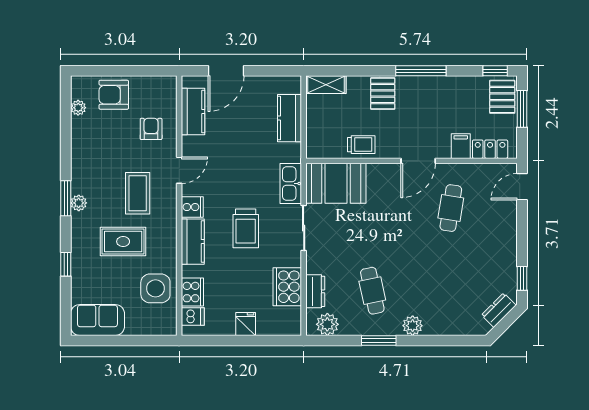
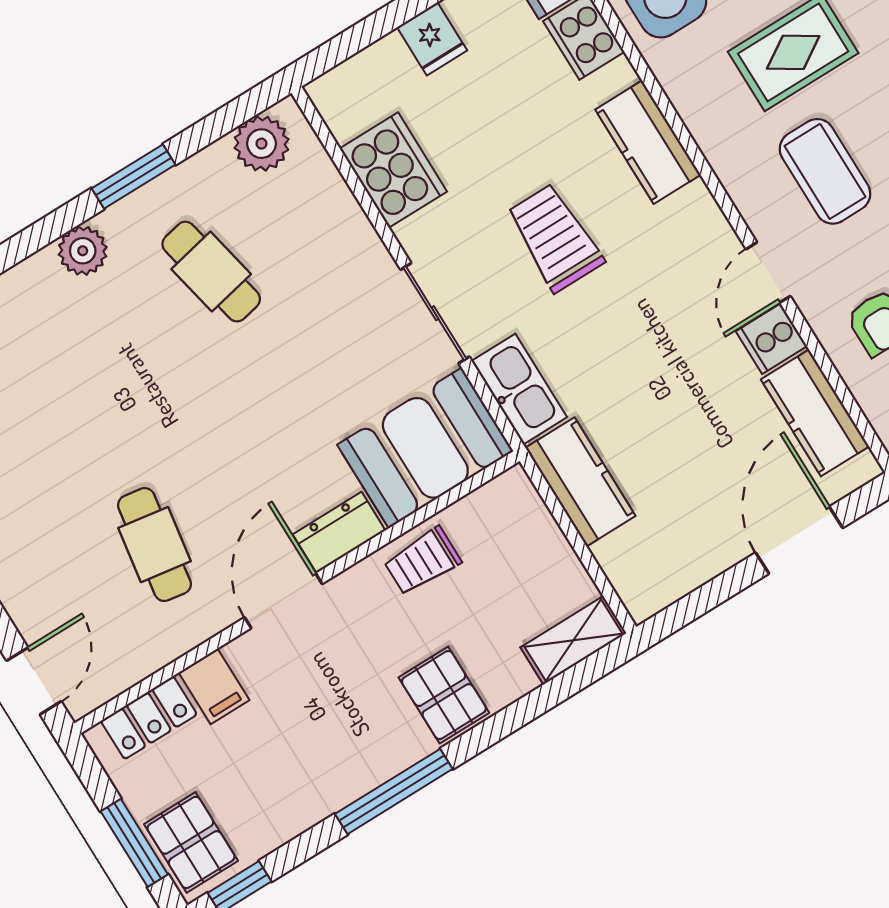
kitchen counter: (289, 118) -> (580, 482), moved
cooker: (192, 207) -> (771, 339), moved
dresser: (315, 291) -> (339, 532), moved, turned 90

